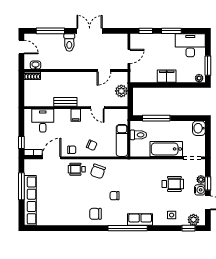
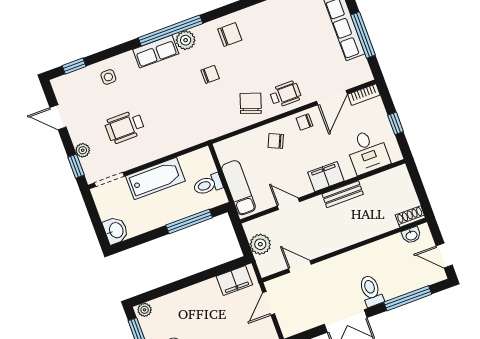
door: (104, 70) -> (300, 267), hinge flipped
filing cabinet: (167, 76) -> (234, 280), moved
filing cabinet: (76, 115) -> (326, 177), width x2.00
exam couch: (122, 140) -> (239, 188), moved
window: (21, 143) -> (396, 123), moved
window: (208, 183) -> (76, 166), moved
water cooler: (200, 190) -> (78, 133), removed
plant: (193, 220) -> (186, 40), moved

